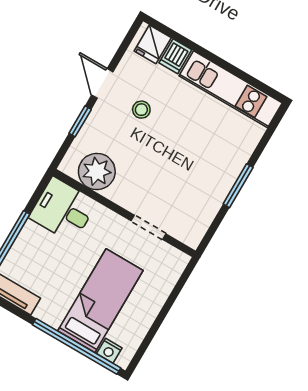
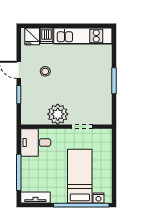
plant: (97, 171) -> (58, 114), moved

